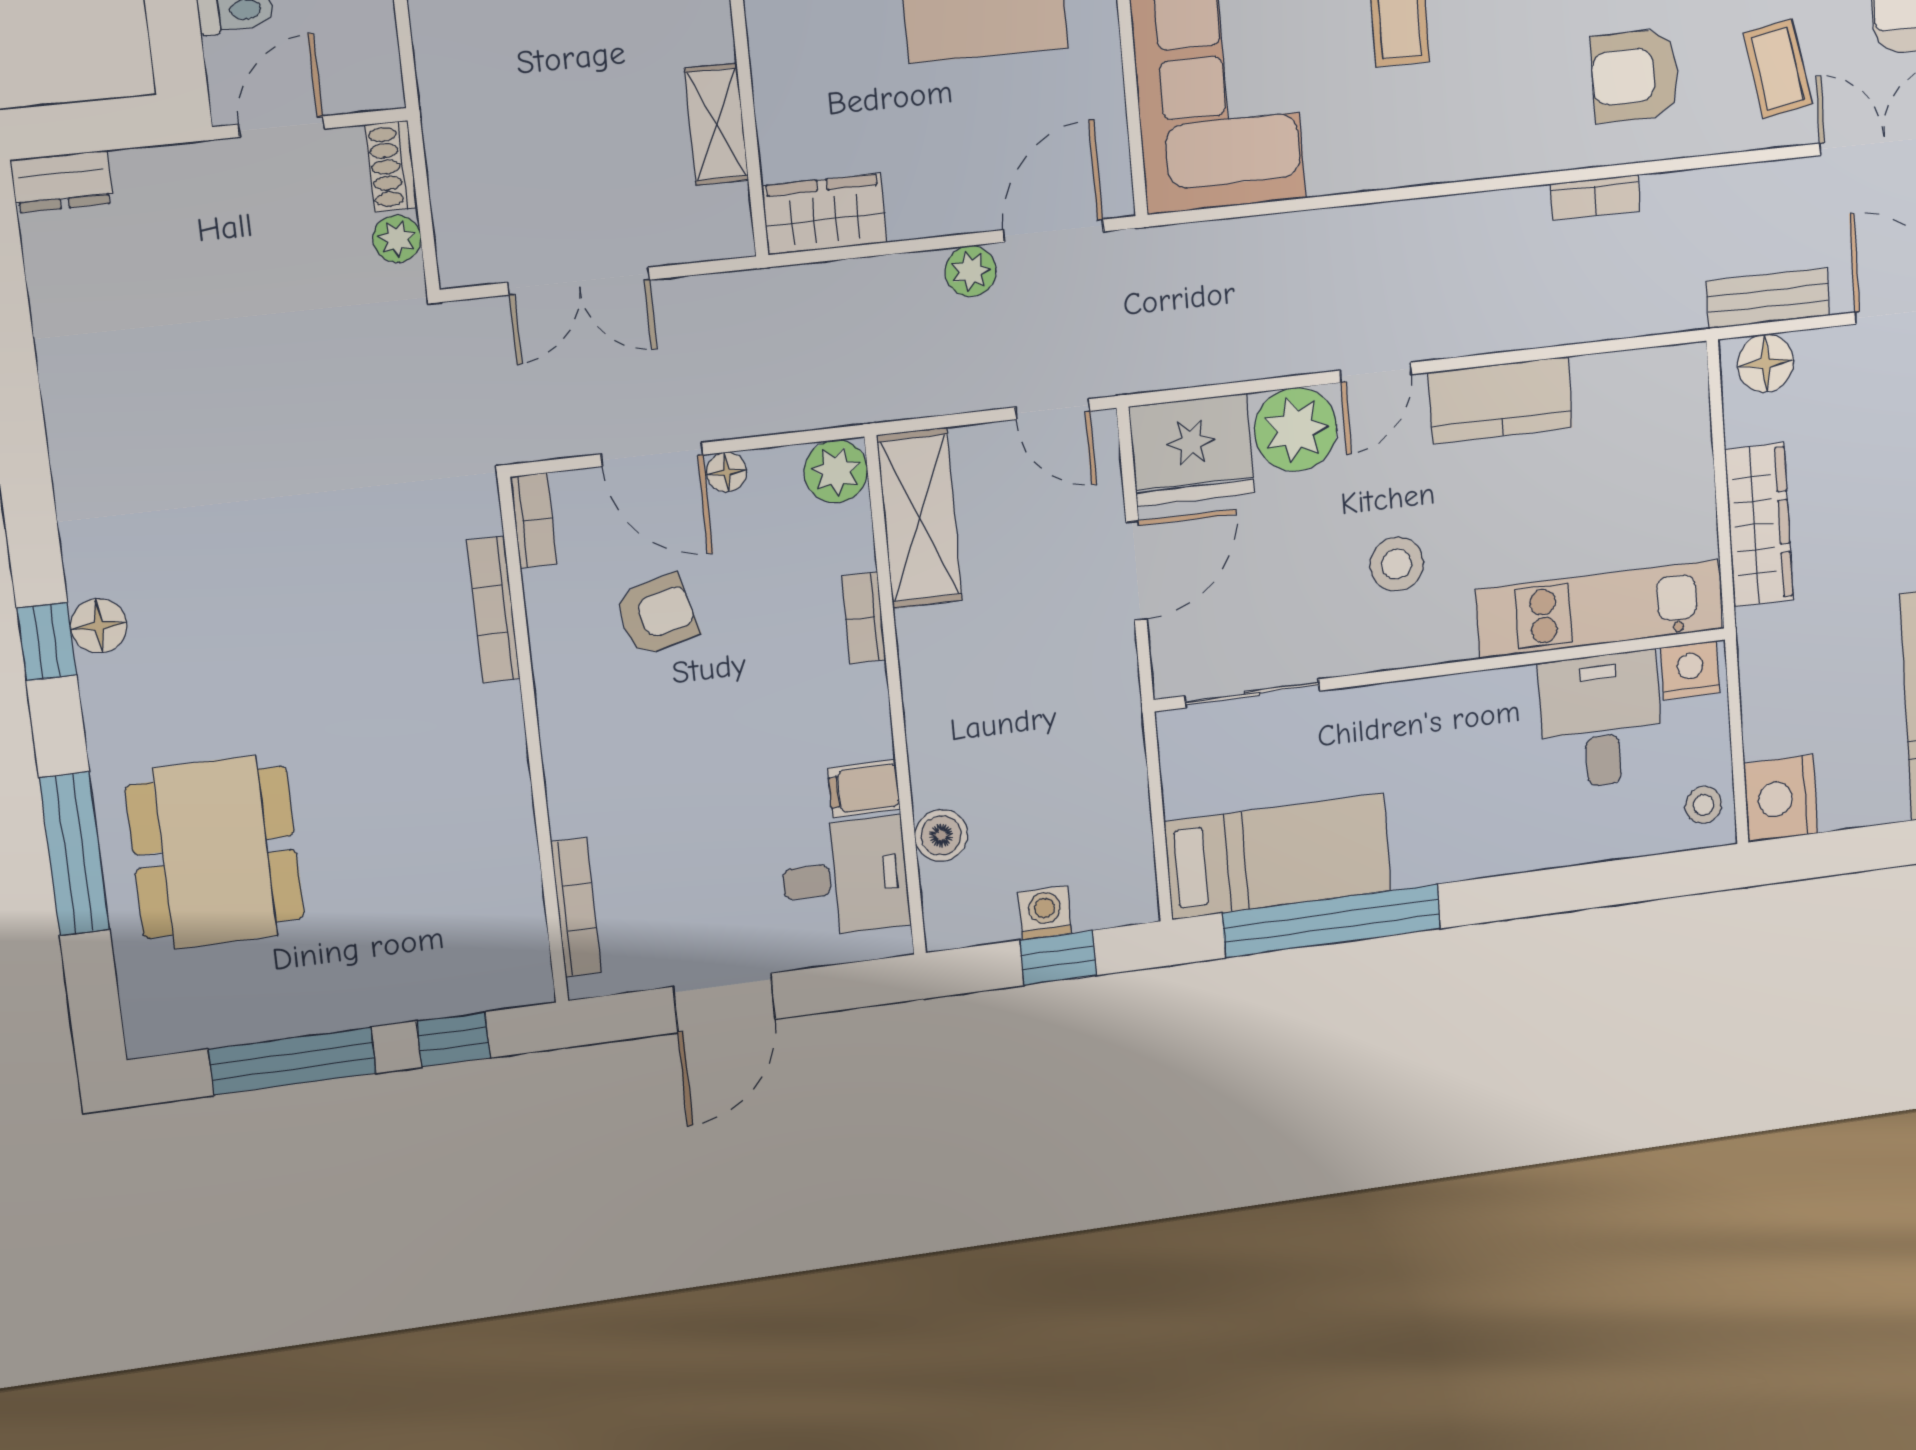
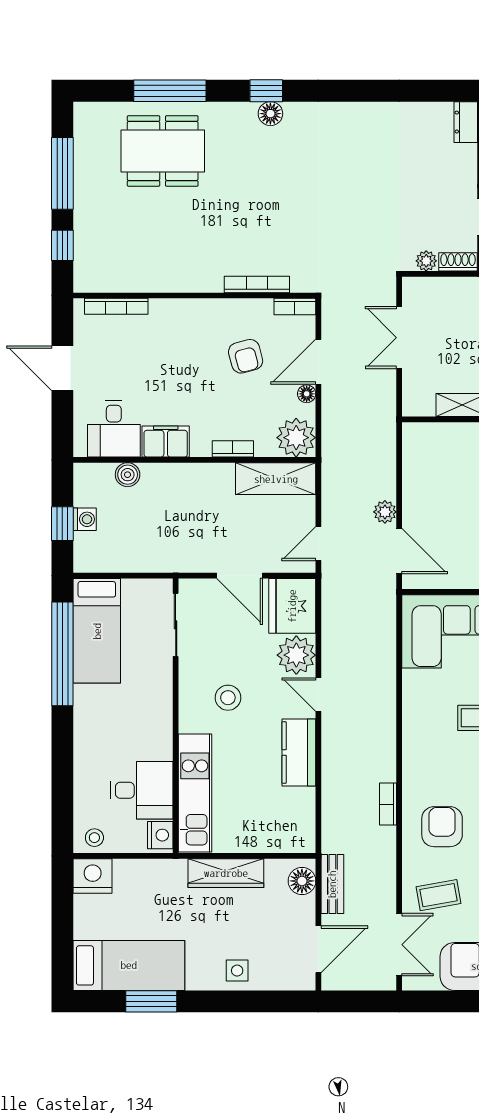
wardrobe: (825, 214) -> (417, 449), removed
plant: (836, 471) -> (296, 438), width x1.36, depth x1.36
filing cabinet: (864, 789) -> (166, 441), width x2.00

